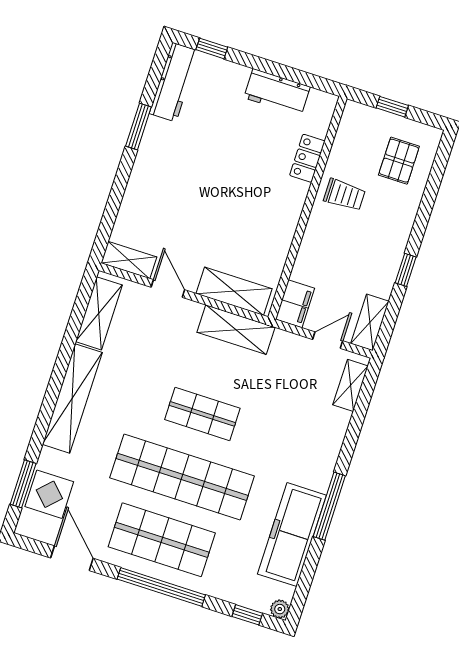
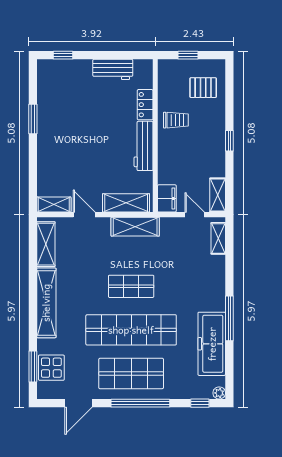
workbench: (174, 82) -> (144, 146), moved, turned 180
pallet: (399, 161) -> (203, 88), turned 90
window: (406, 270) -> (229, 141), moved
door: (328, 340) -> (195, 215), hinge flipped
door: (72, 558) -> (79, 403), swing flipped

